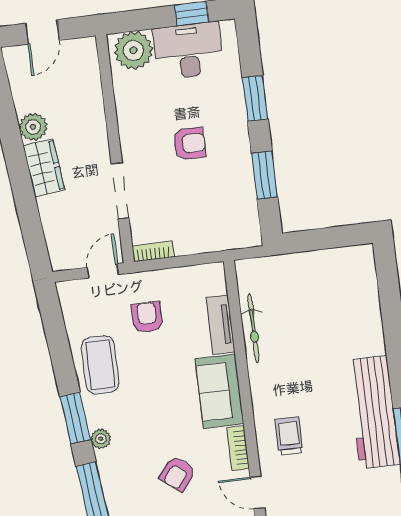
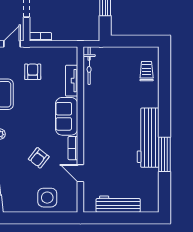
bicycle: (253, 328) -> (89, 66), moved
trolley: (289, 436) -> (147, 71), moved

